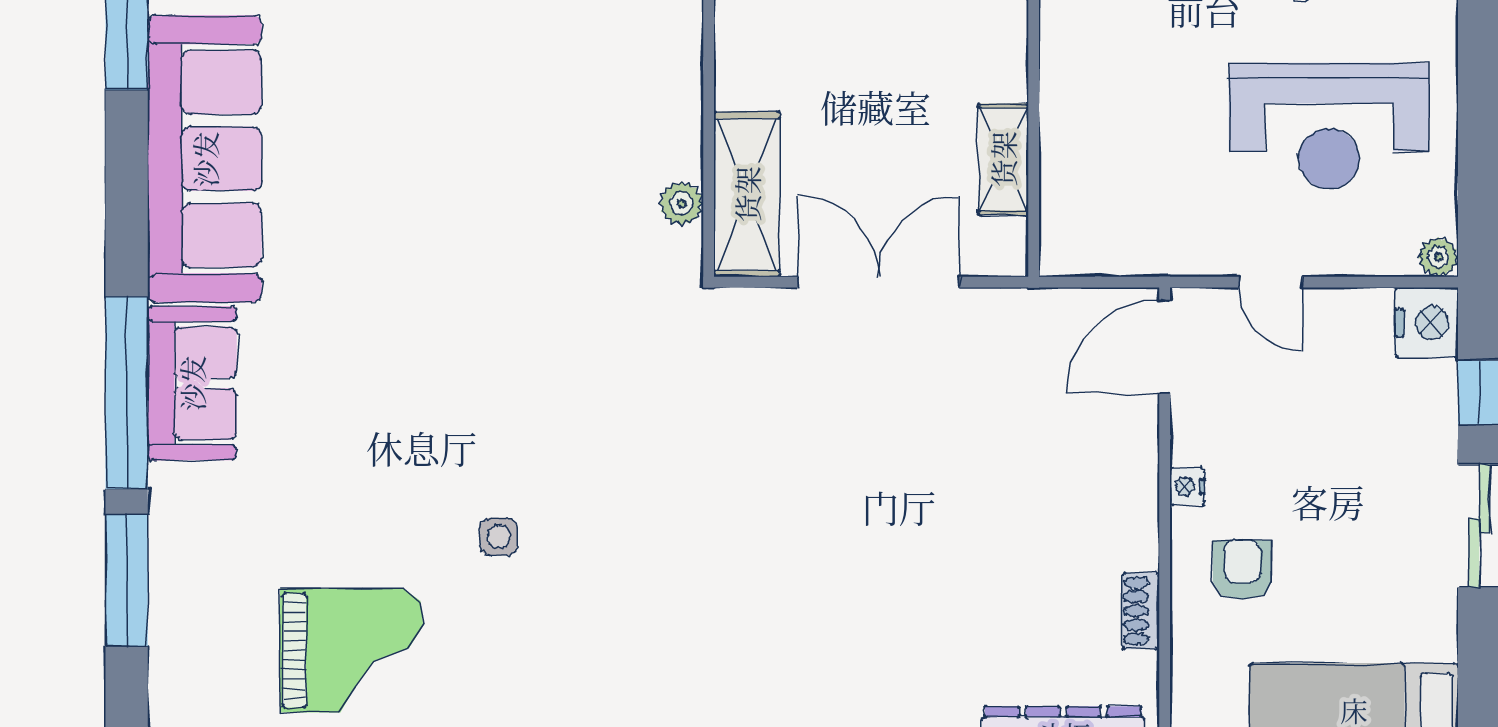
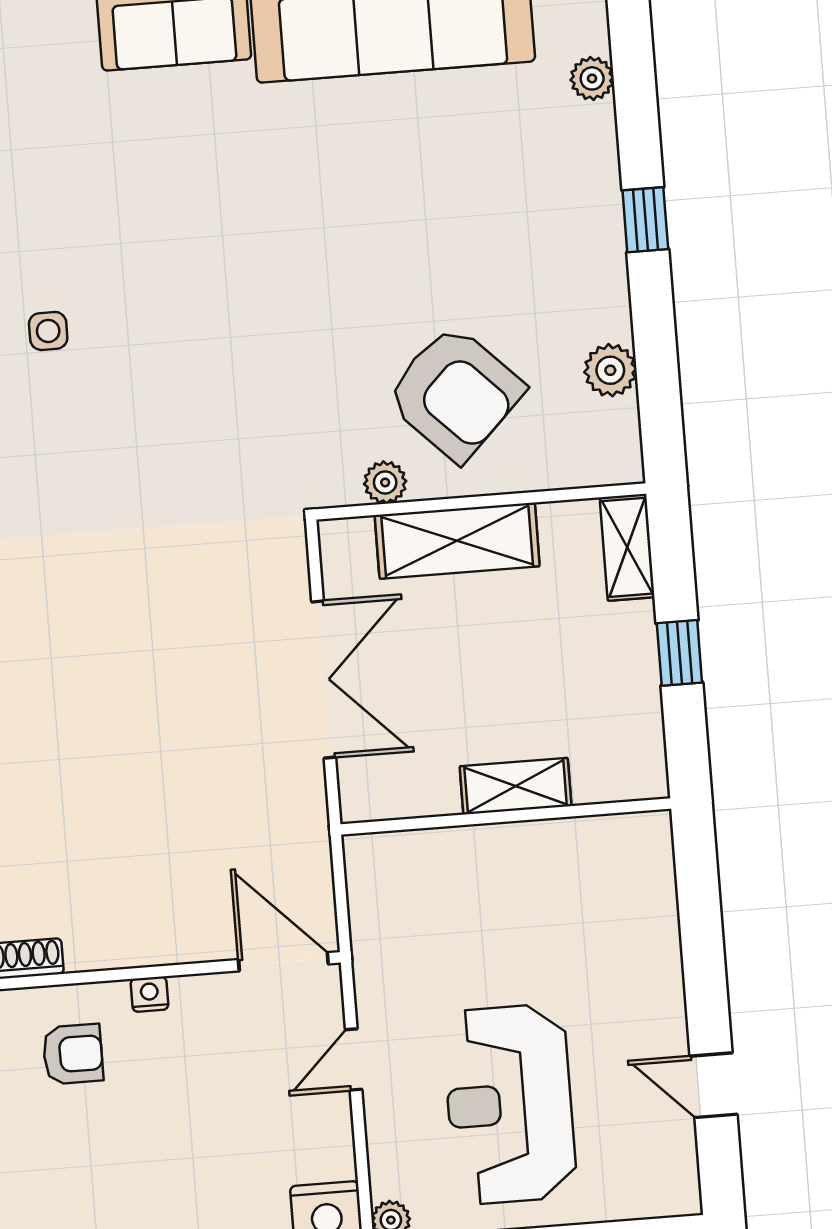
armchair: (595, 125) -> (455, 393), added
shelving: (1003, 159) -> (516, 786), moved
shelving: (747, 194) -> (457, 541), moved

